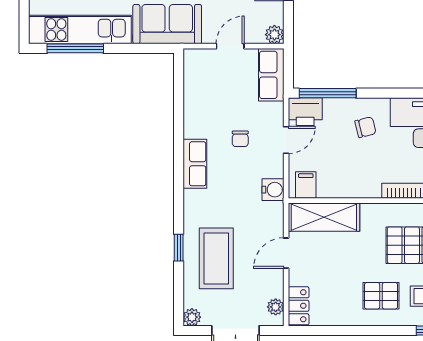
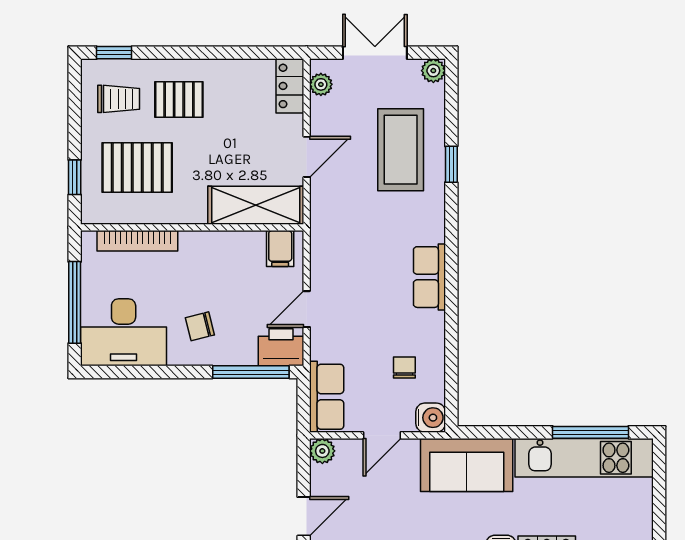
chair: (240, 139) -> (404, 367), moved
water cooler: (273, 190) -> (431, 418), moved, turned 180

